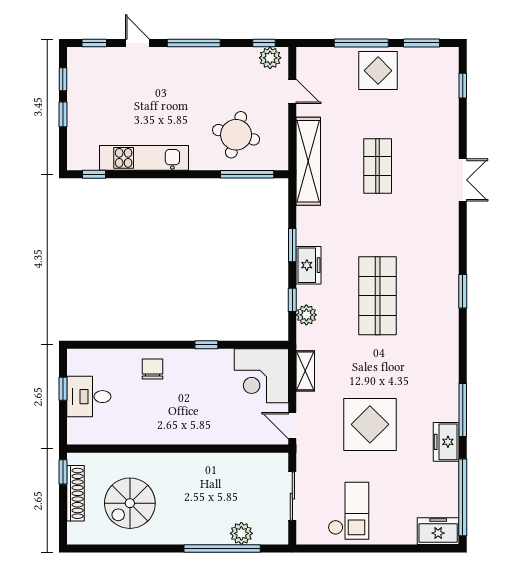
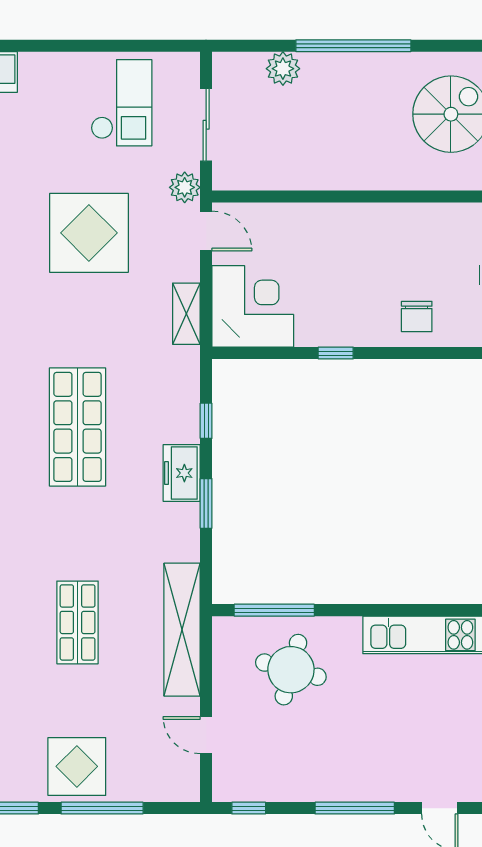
plant: (270, 58) -> (240, 786), removed
plant: (306, 315) -> (185, 187), moved
checkout: (348, 511) -> (121, 103), turned 180
window: (222, 549) -> (353, 46), moved

